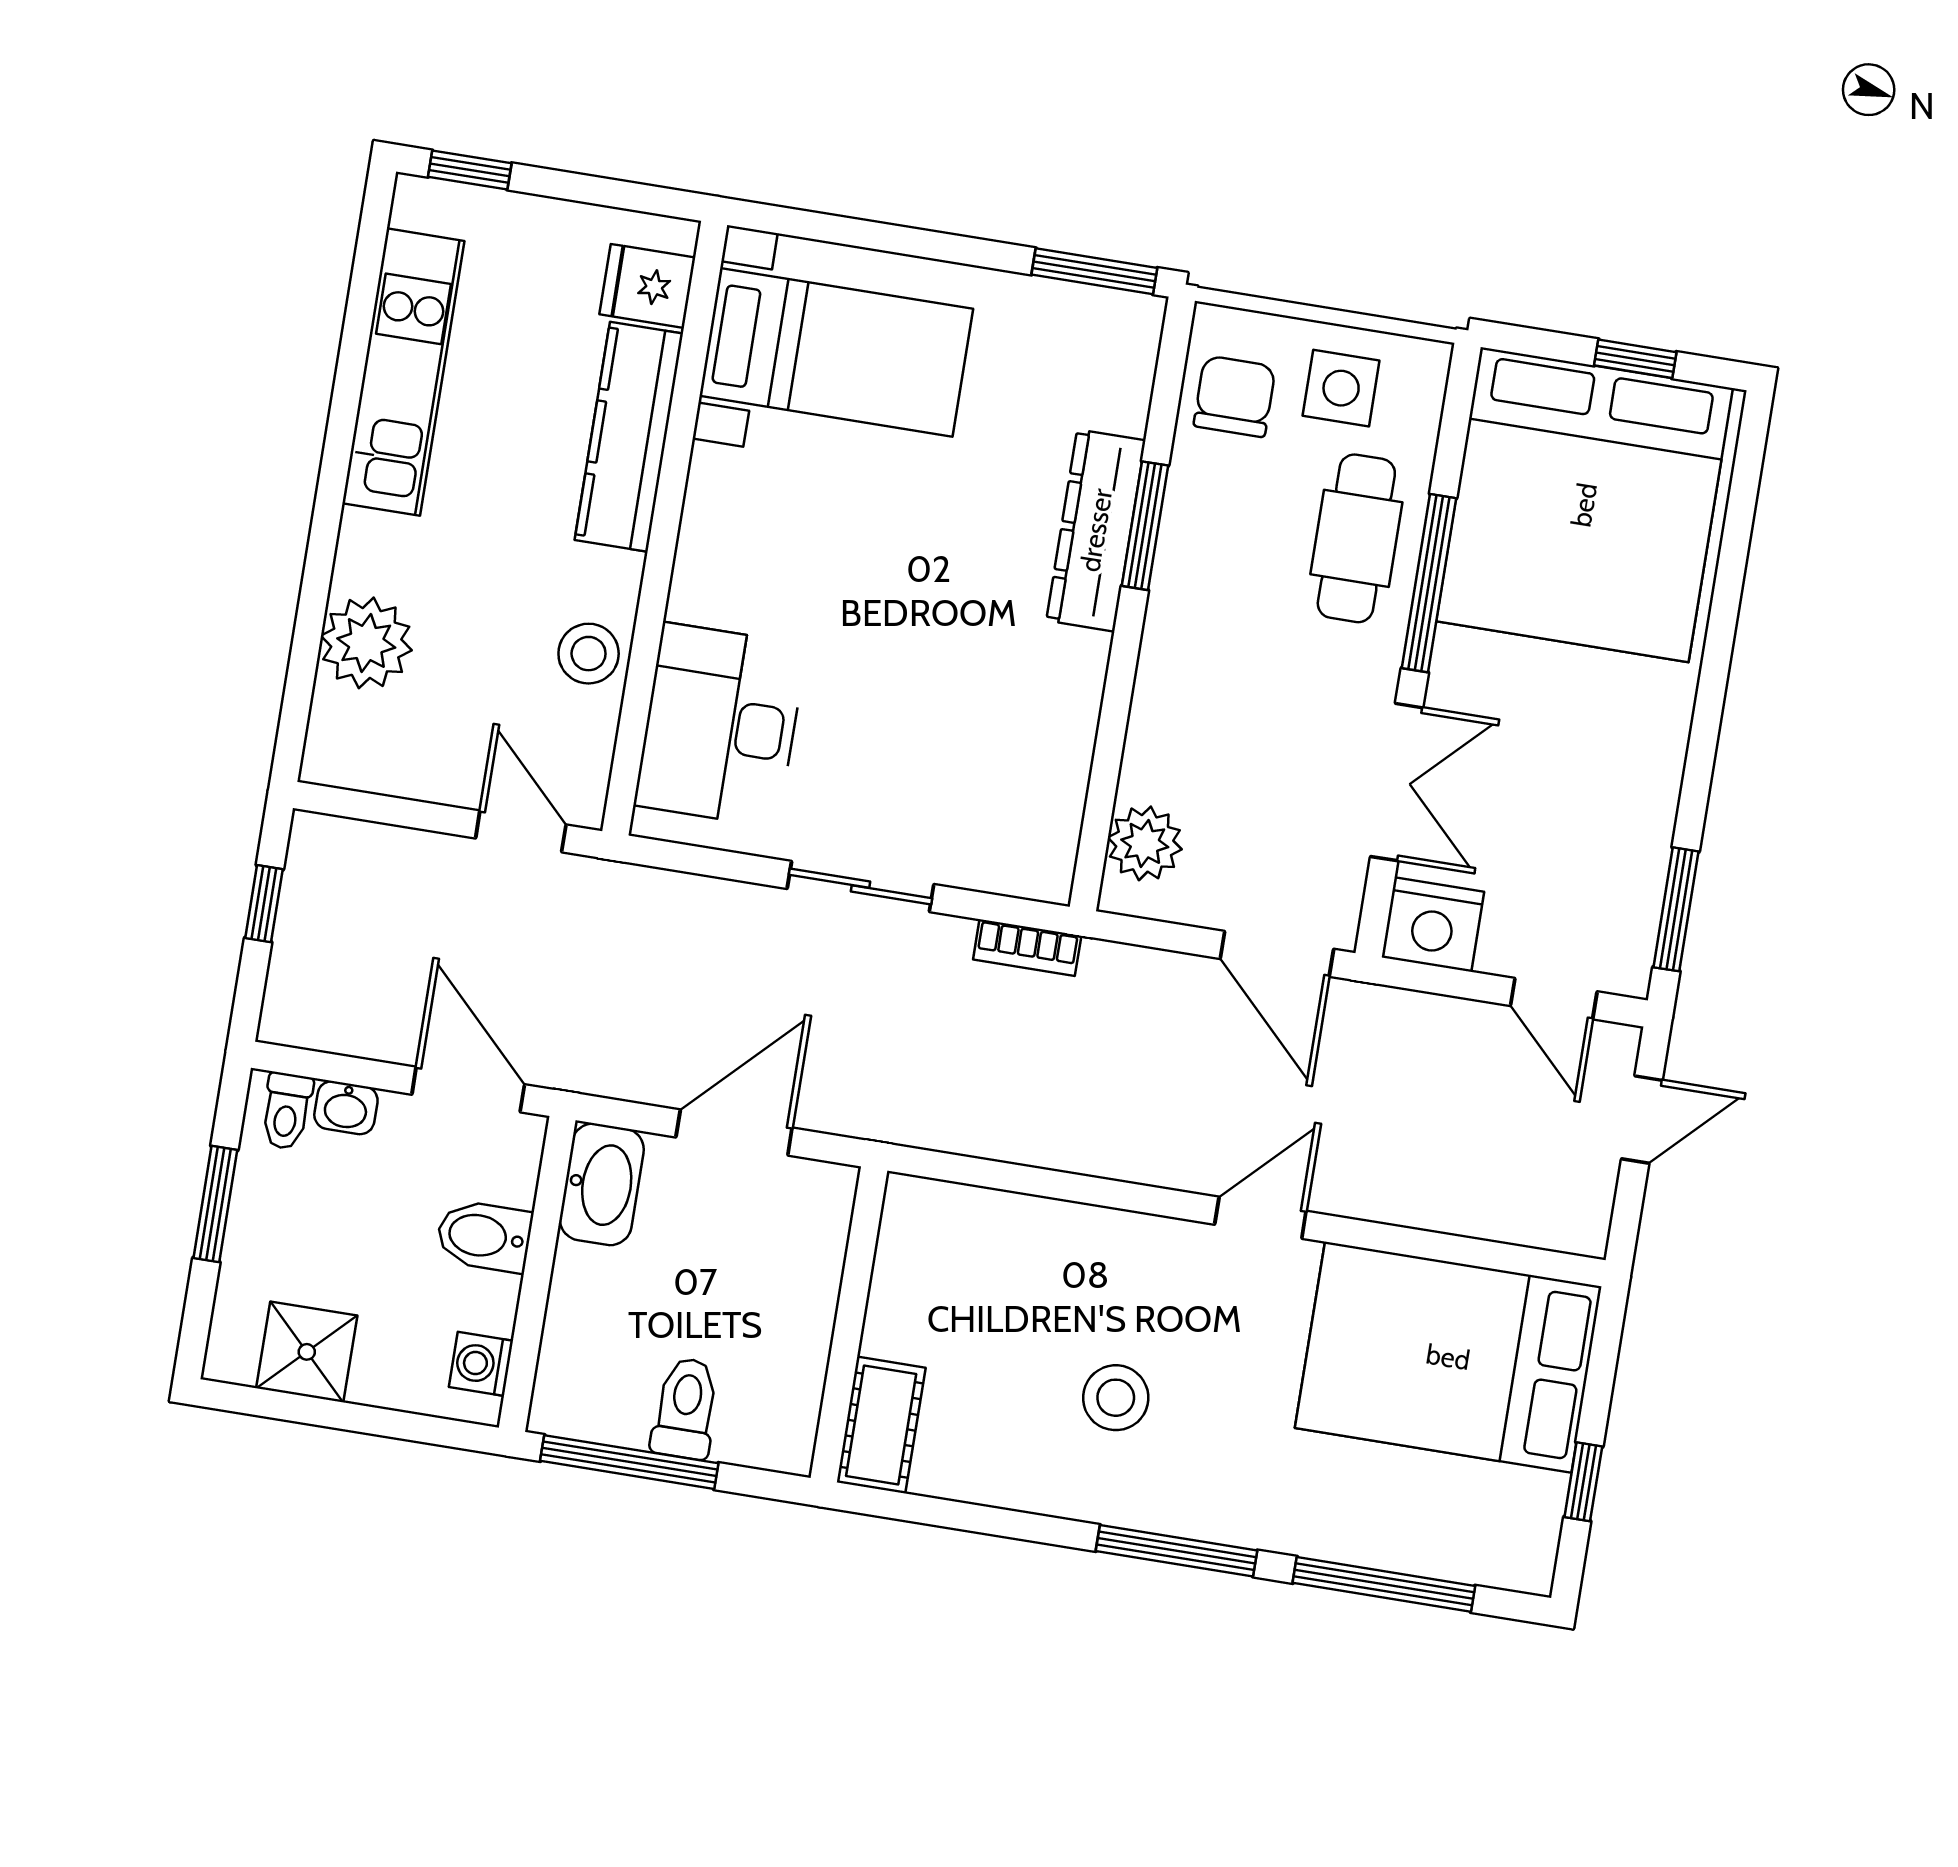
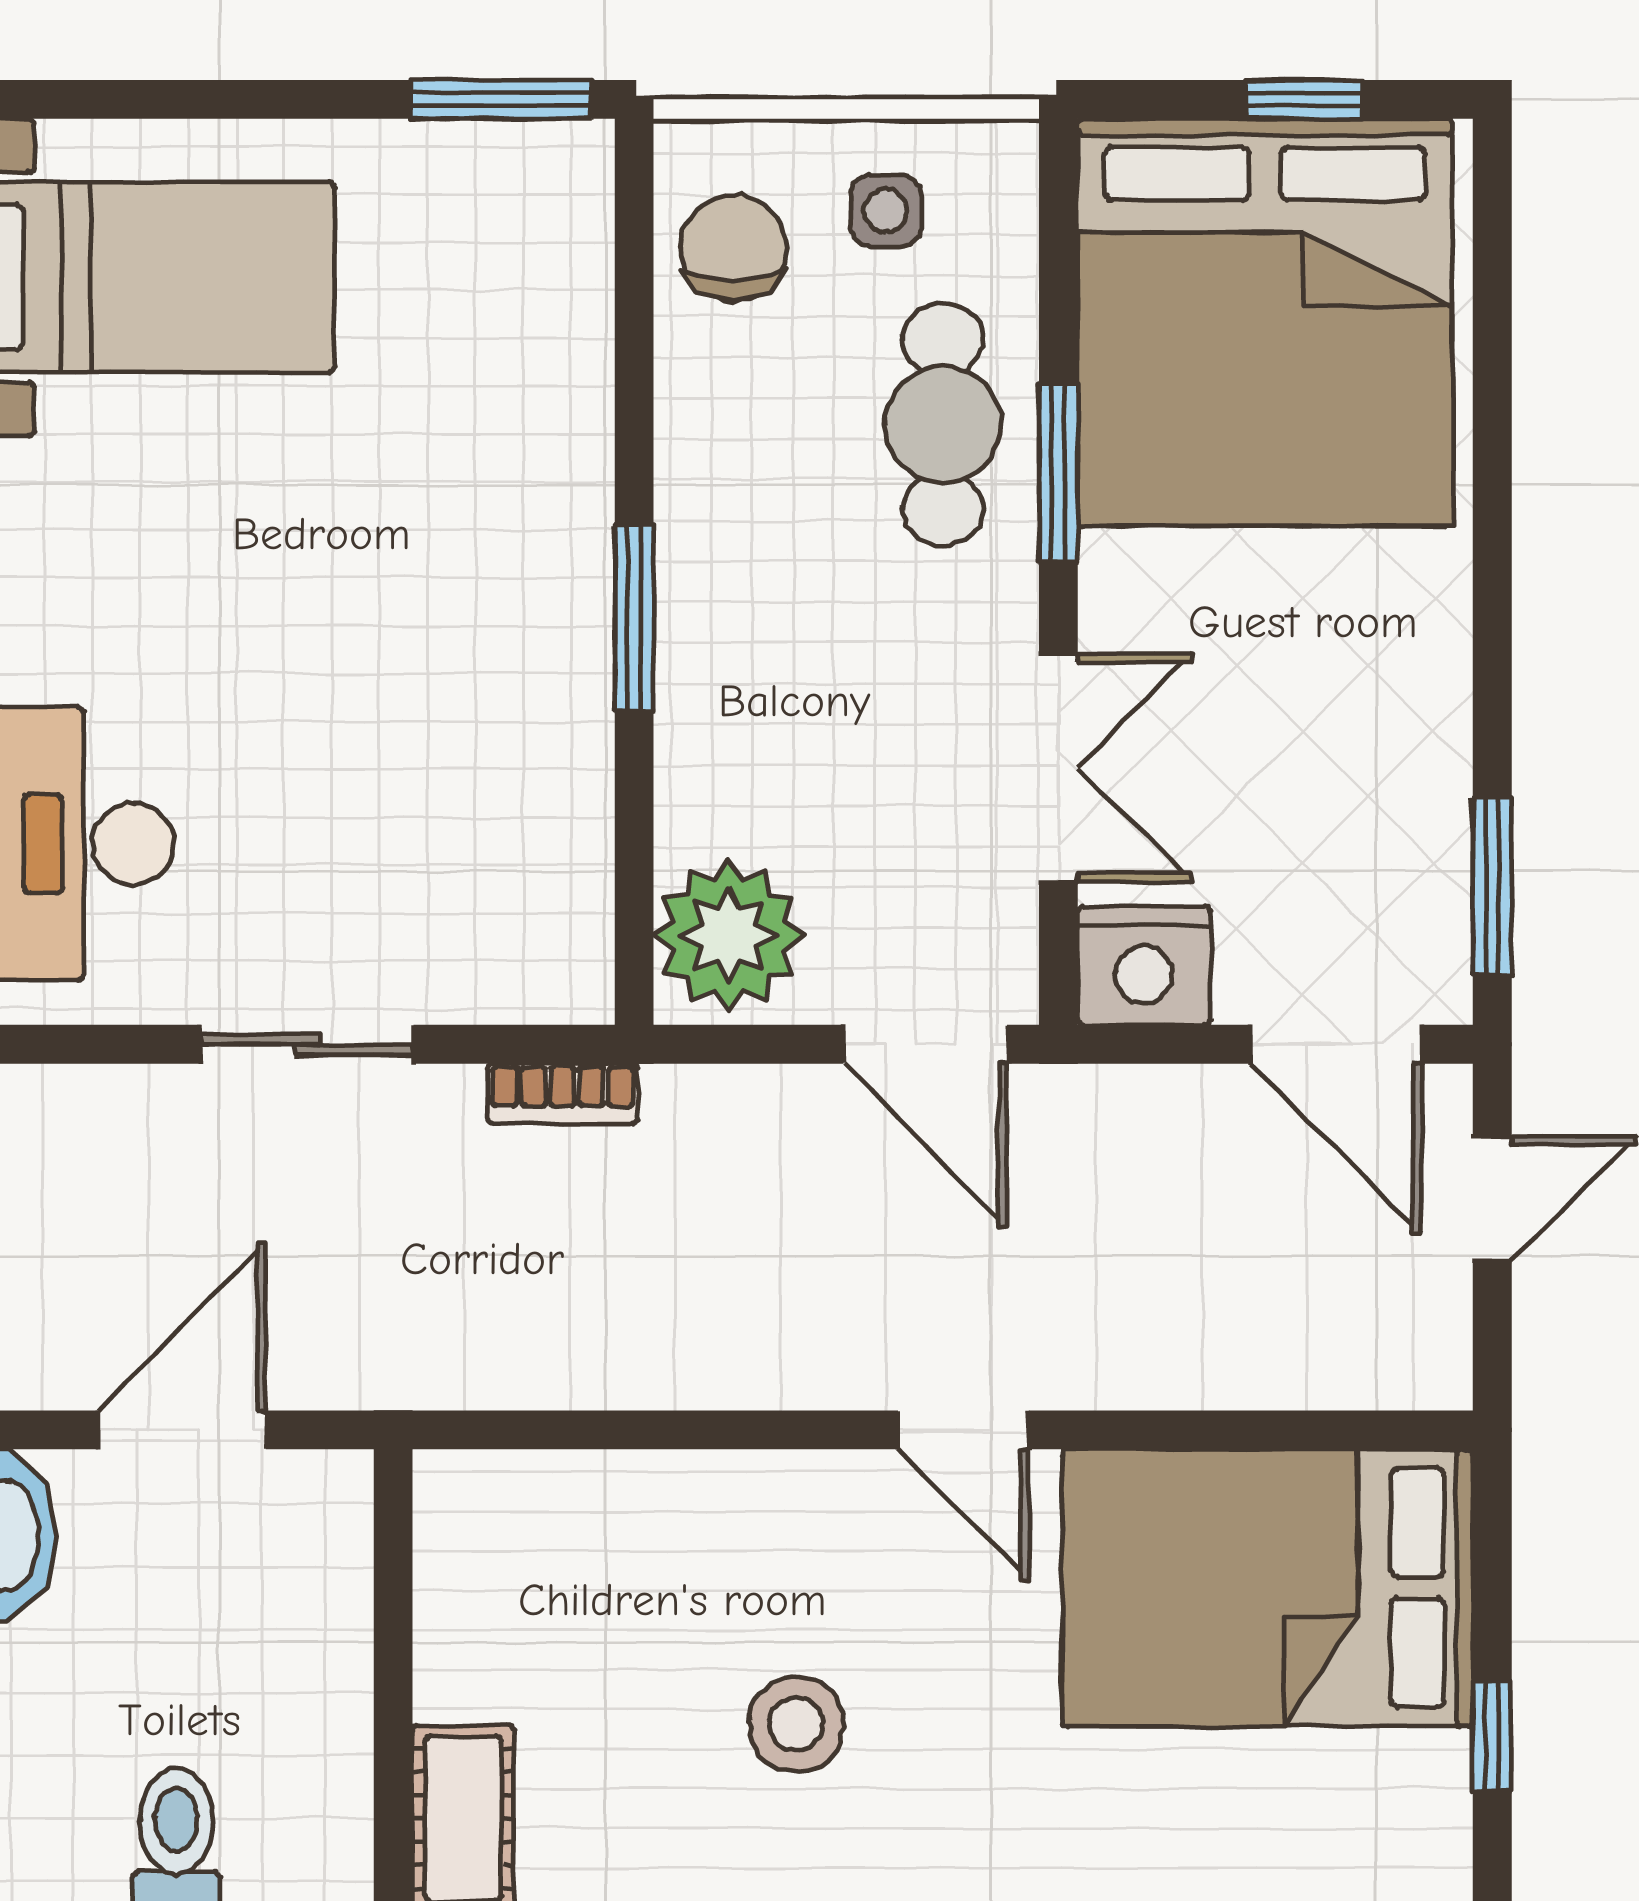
side table: (1341, 388) -> (886, 211), width x0.73, depth x0.73
window: (1145, 526) -> (634, 618), moved
dresser: (1096, 530) -> (564, 474), removed
window: (1429, 583) -> (1058, 472), width x0.69
plant: (1145, 843) -> (728, 935), width x1.36, depth x1.36
door: (1554, 999) -> (1336, 1044), width x1.38
door: (1260, 1218) -> (963, 1430), swing flipped

